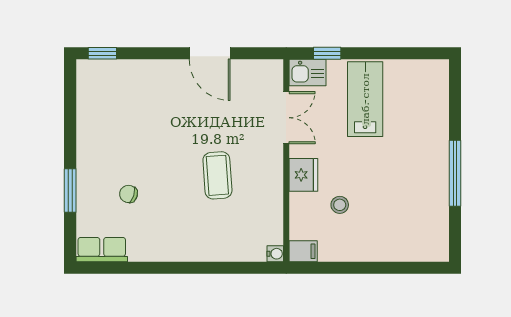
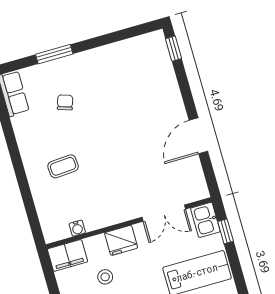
coffee table: (217, 175) -> (63, 166), moved, width x0.73, depth x0.77
filing cabinet: (303, 251) -> (67, 255), width x2.00
water cooler: (275, 254) -> (77, 228), moved

